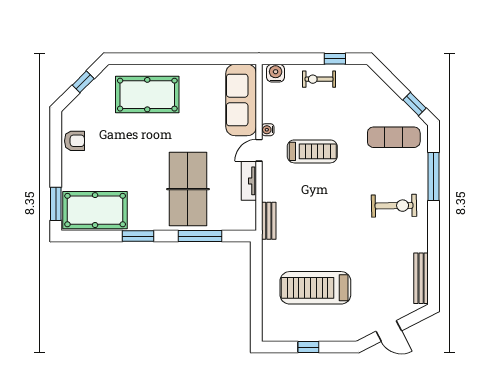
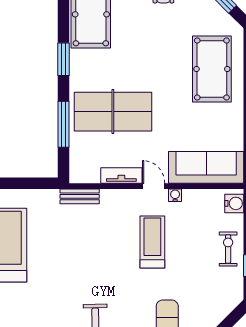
treadmill: (312, 151) -> (152, 242), turned 180

